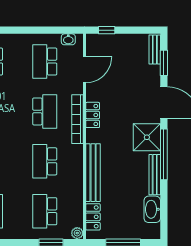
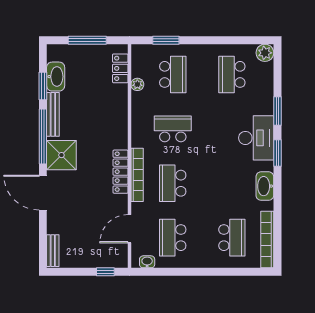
school desk: (45, 62) -> (173, 238), turned 180
window: (164, 63) -> (43, 86), moved
locker: (93, 115) -> (121, 172), width x1.53
school desk: (45, 161) -> (173, 129), turned -90
bench: (93, 173) -> (120, 116), removed
plant: (77, 233) -> (137, 84), moved

